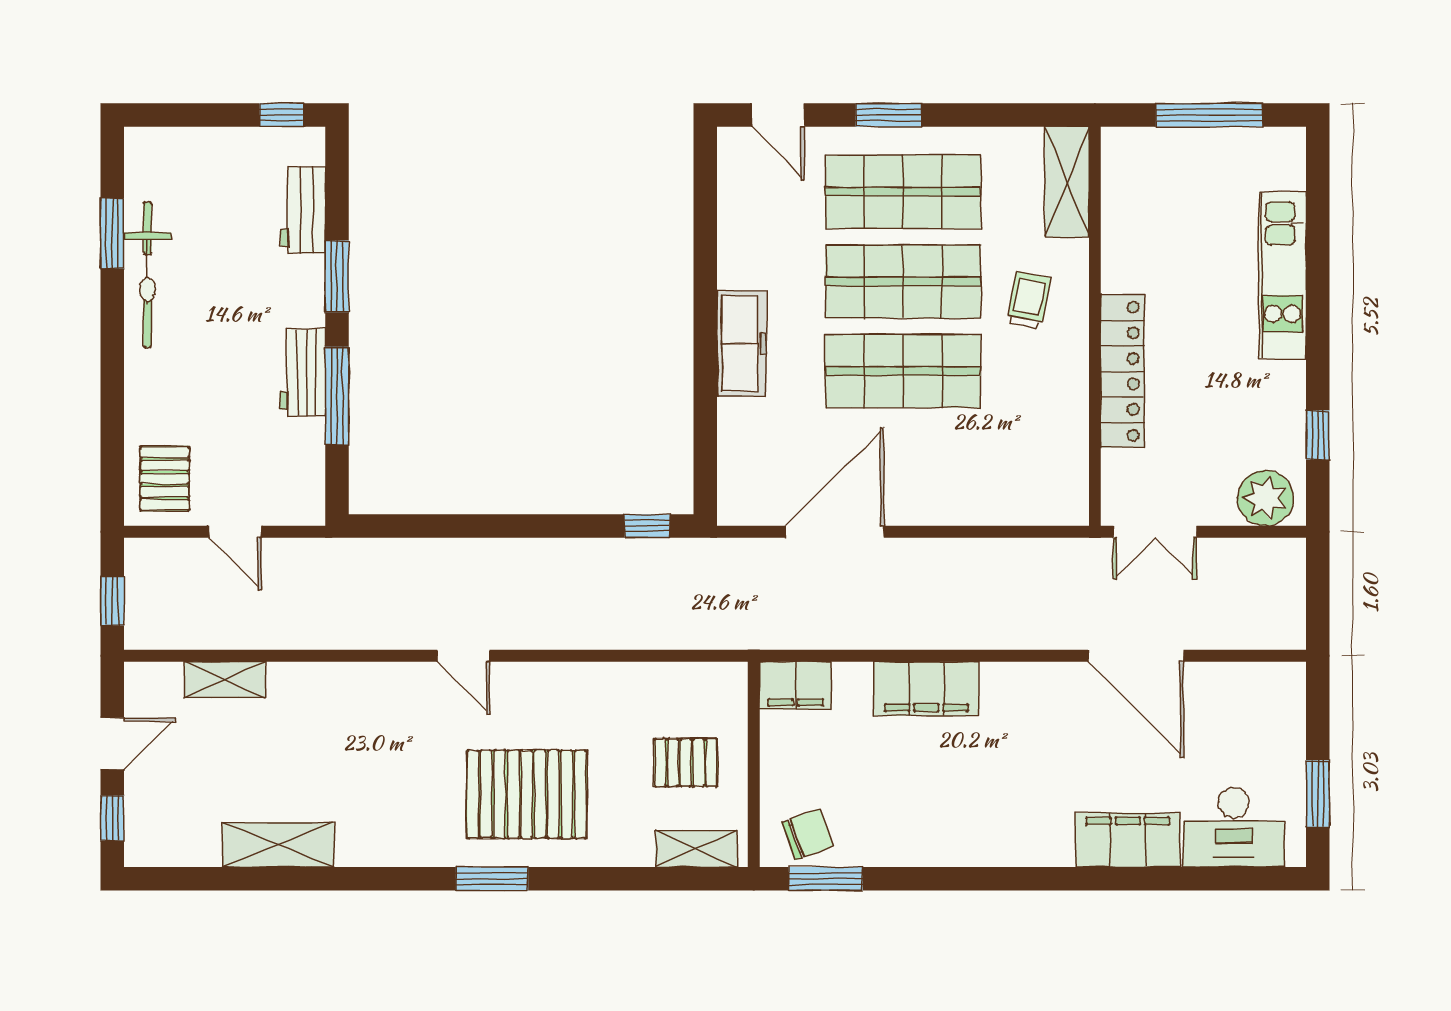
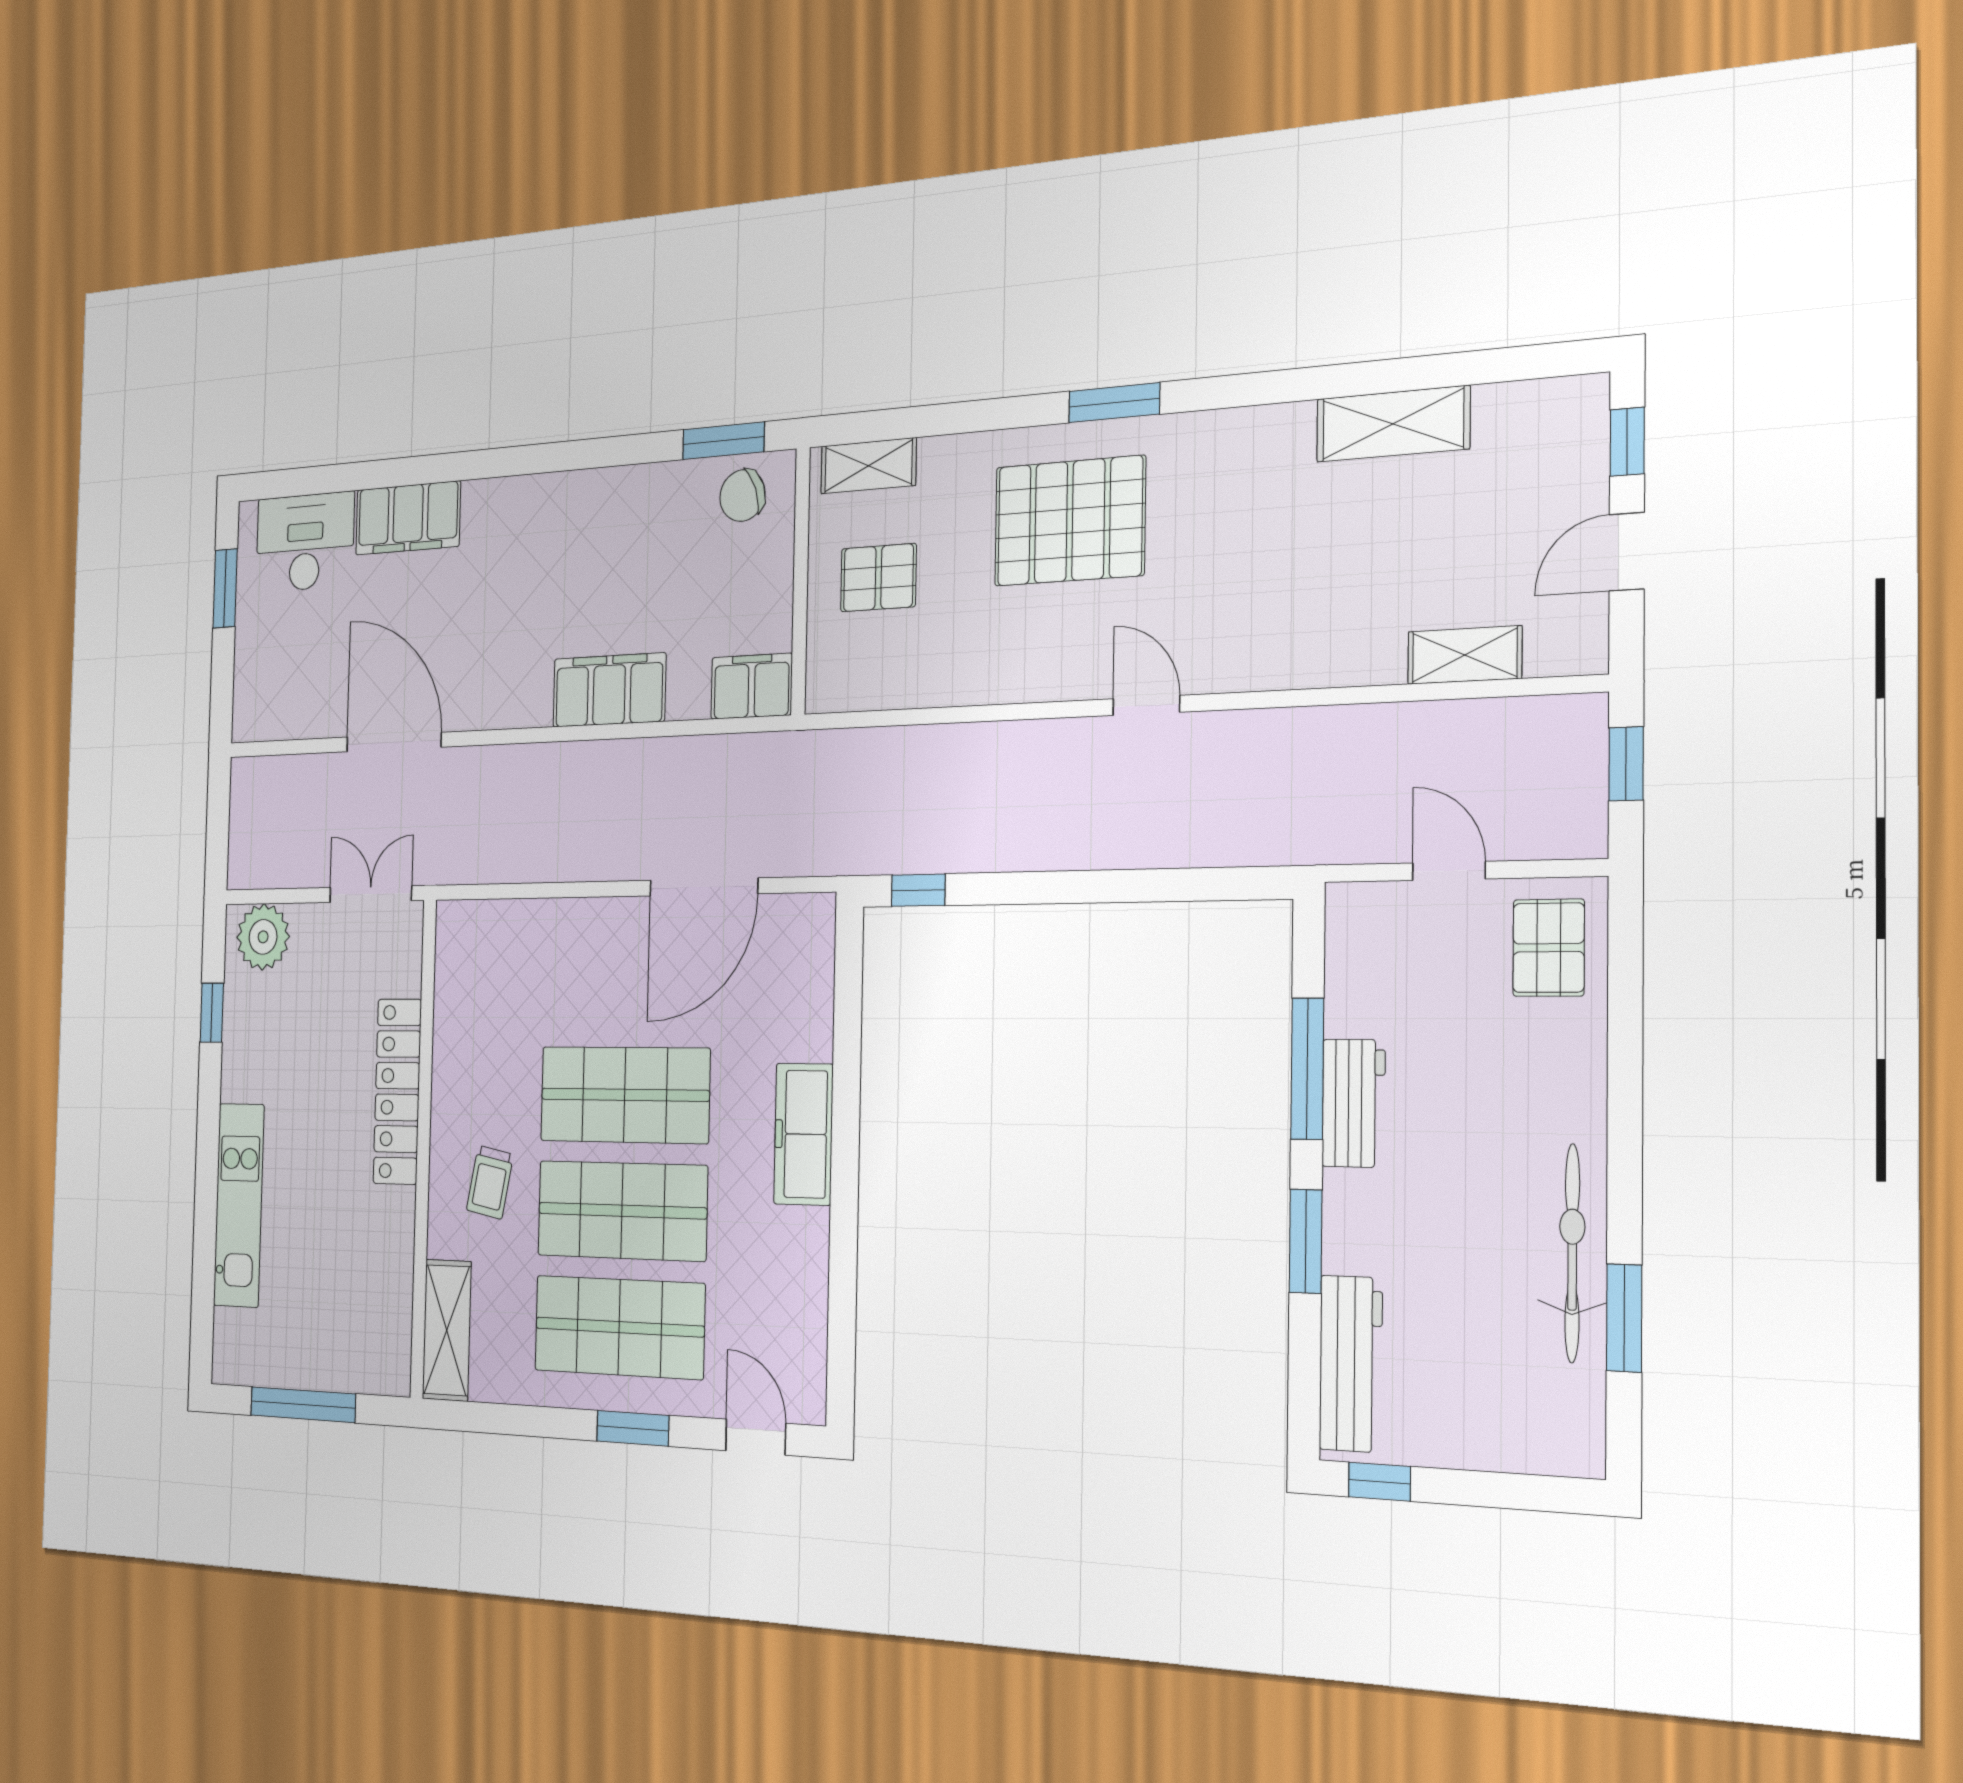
workbench: (303, 210) -> (1351, 1364), width x1.38

